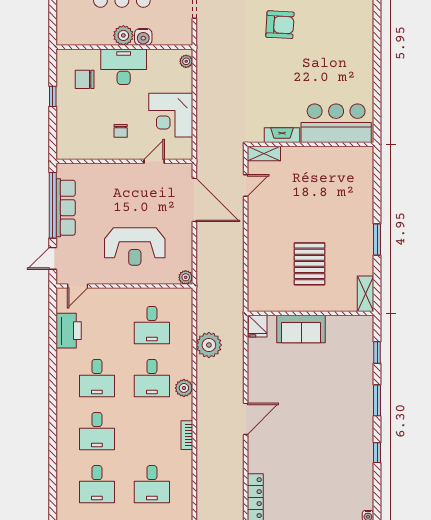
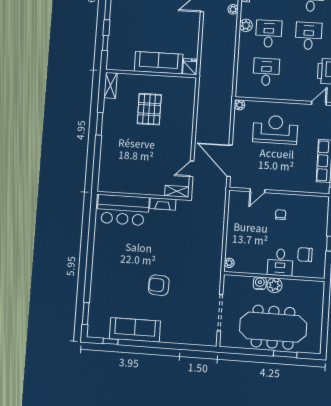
desk: (124, 67) -> (280, 262), width x0.73
chair: (85, 79) -> (305, 255), turned 180
corner desk: (171, 115) -> (243, 224), removed
sofa: (301, 329) -> (159, 63), width x1.36
plant: (209, 345) -> (233, 9), moved, width x0.53, depth x0.53

